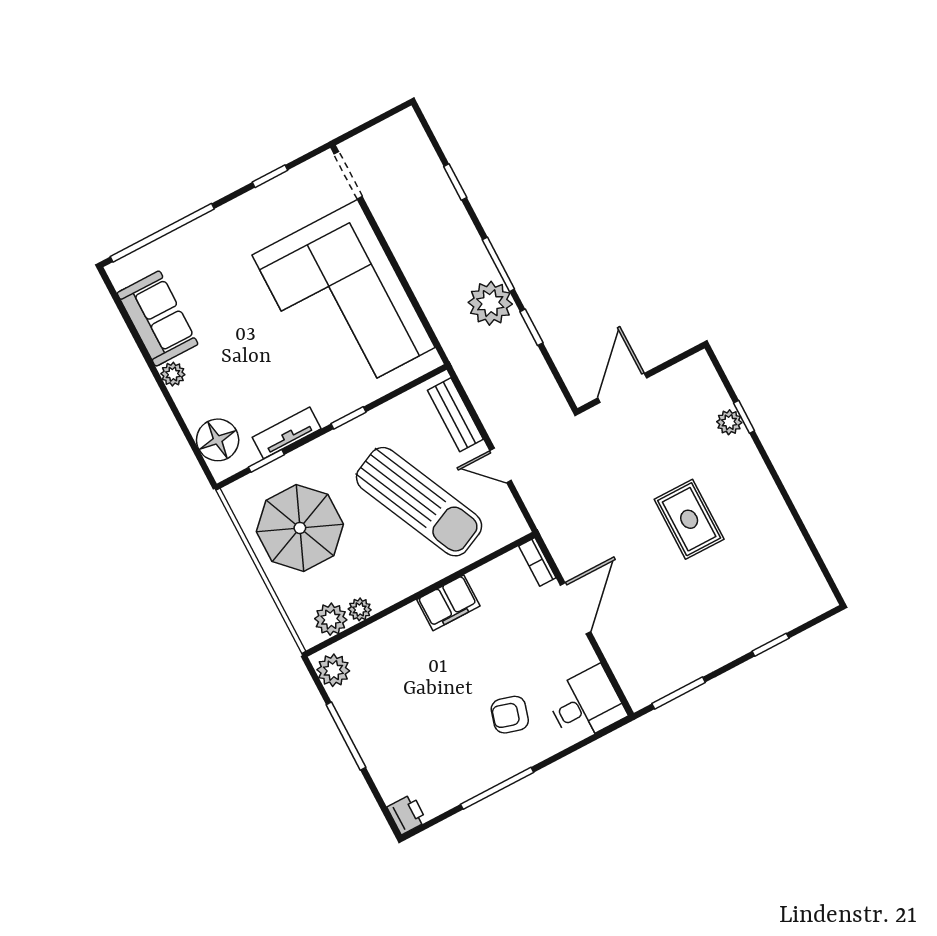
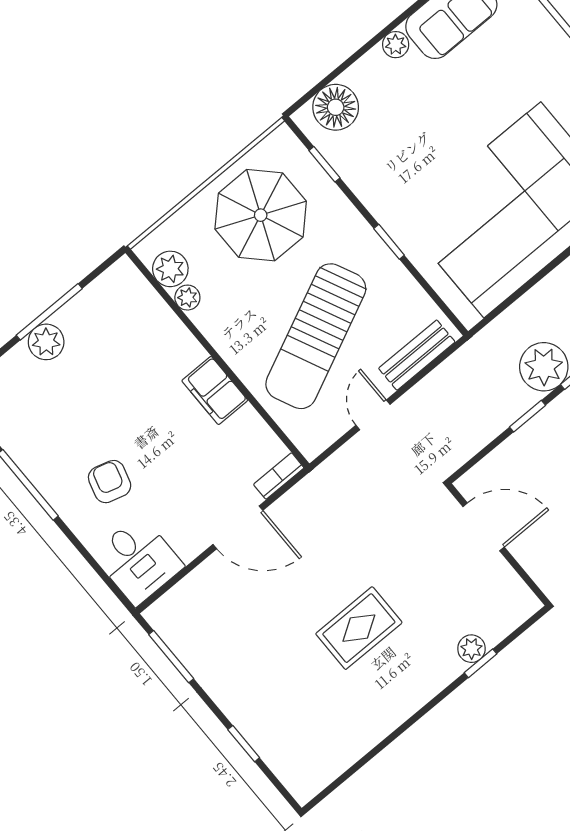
tv unit: (287, 433) -> (359, 179), removed
plant: (333, 670) -> (46, 342), moved

